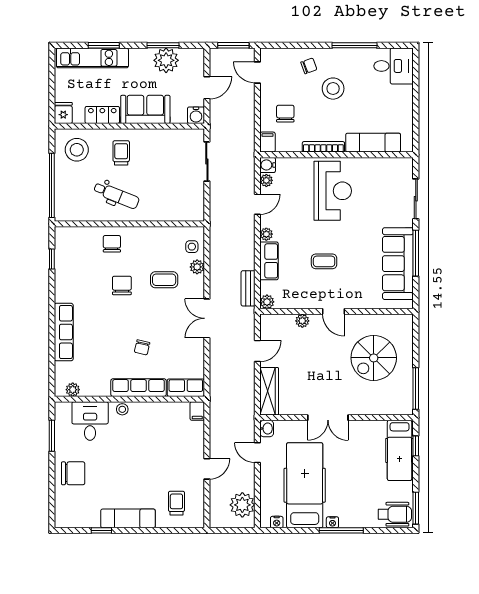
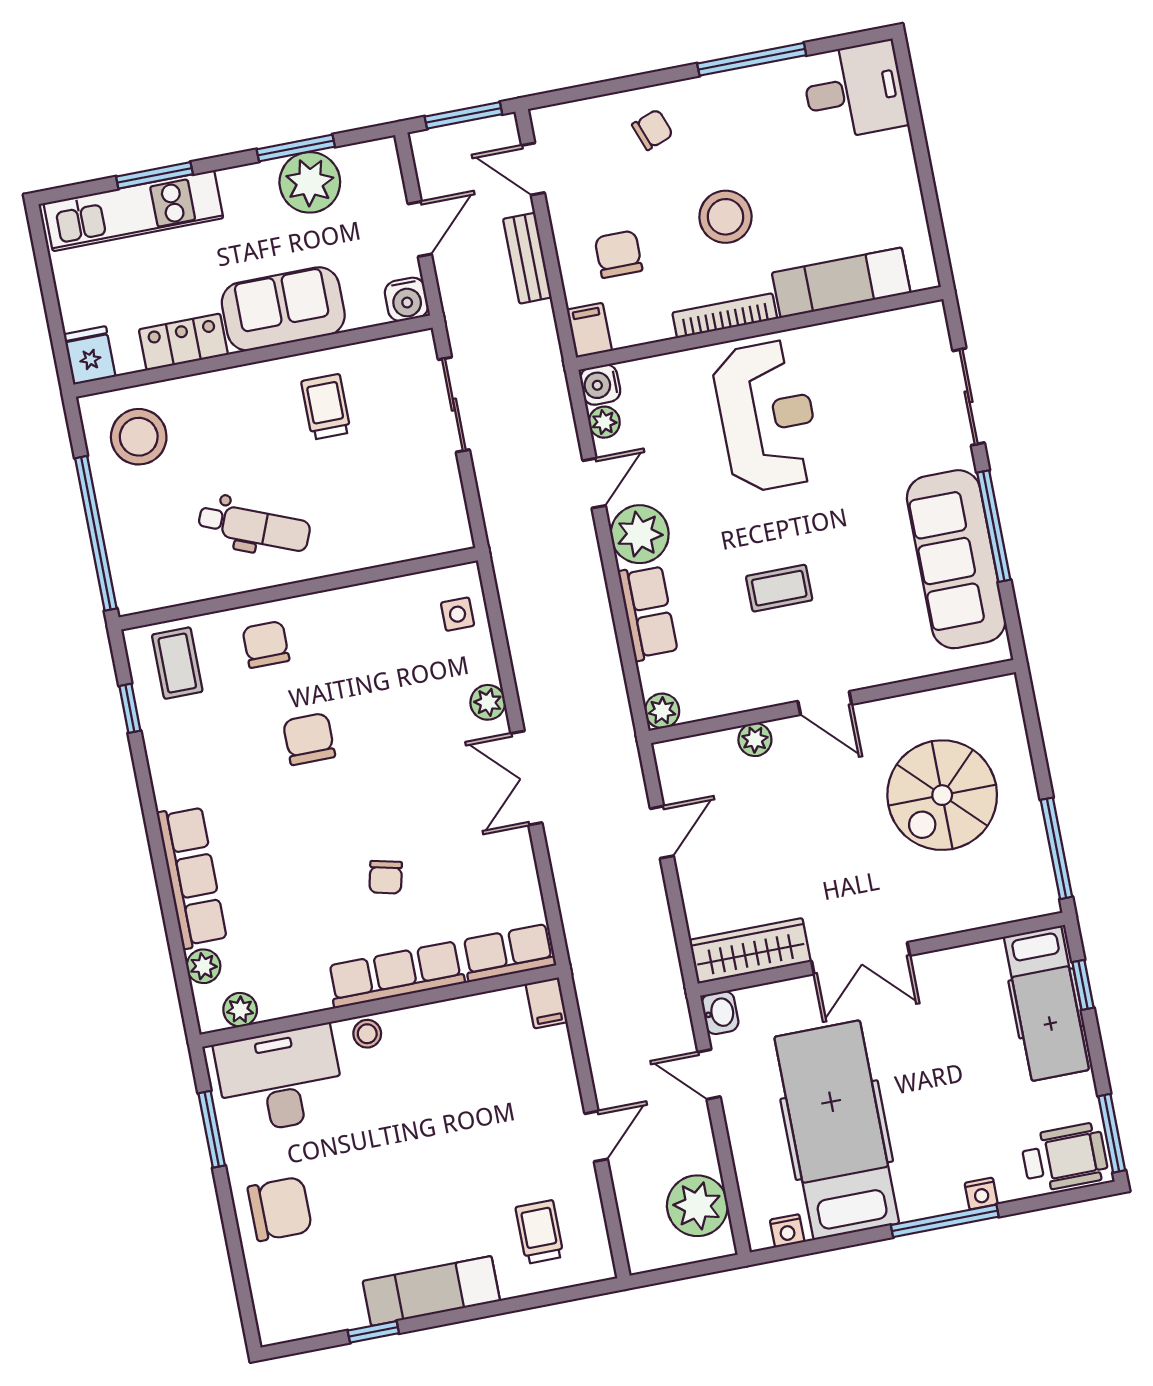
stool: (333, 89) -> (725, 217), moved
trolley: (121, 153) -> (326, 407), moved
plant: (266, 234) -> (640, 534), width x1.88, depth x1.88
plant: (197, 267) -> (488, 702), moved
coffee table: (164, 280) -> (177, 663), moved, turned 90
bench: (248, 288) -> (527, 258), moved
plant: (61, 369) -> (203, 966), added
wardrobe: (269, 391) -> (750, 951), moved, turned -90
desk: (90, 421) -> (280, 1080), width x1.37
nightstand: (332, 522) -> (981, 1194), moved

